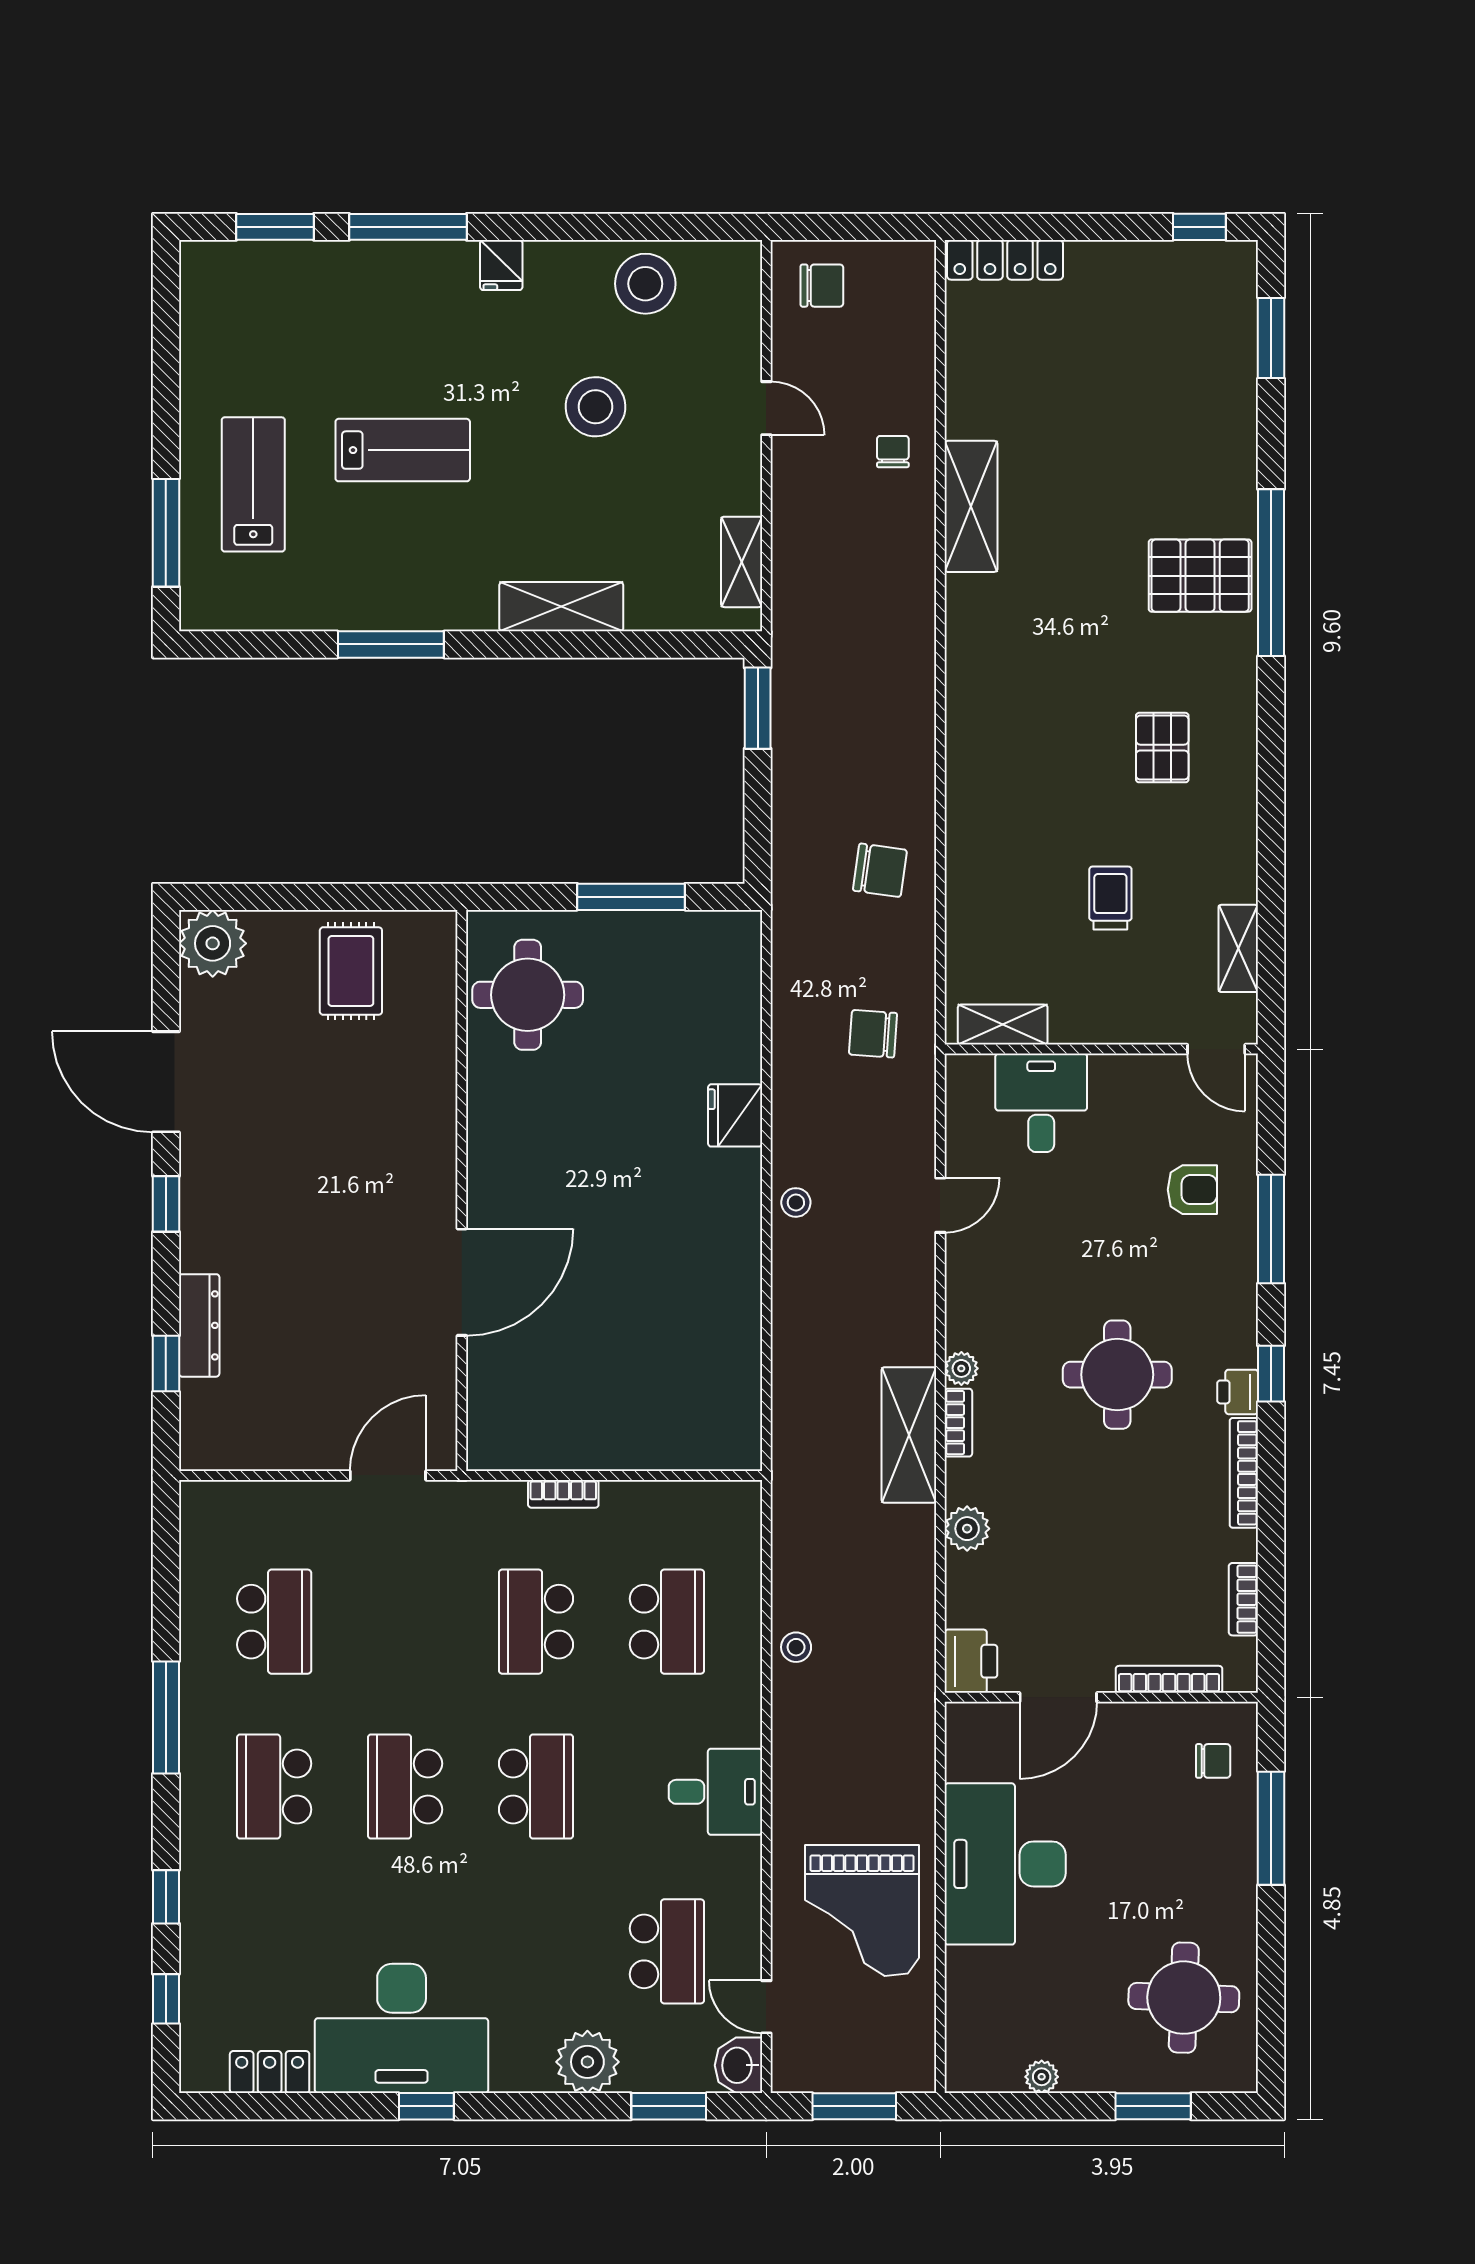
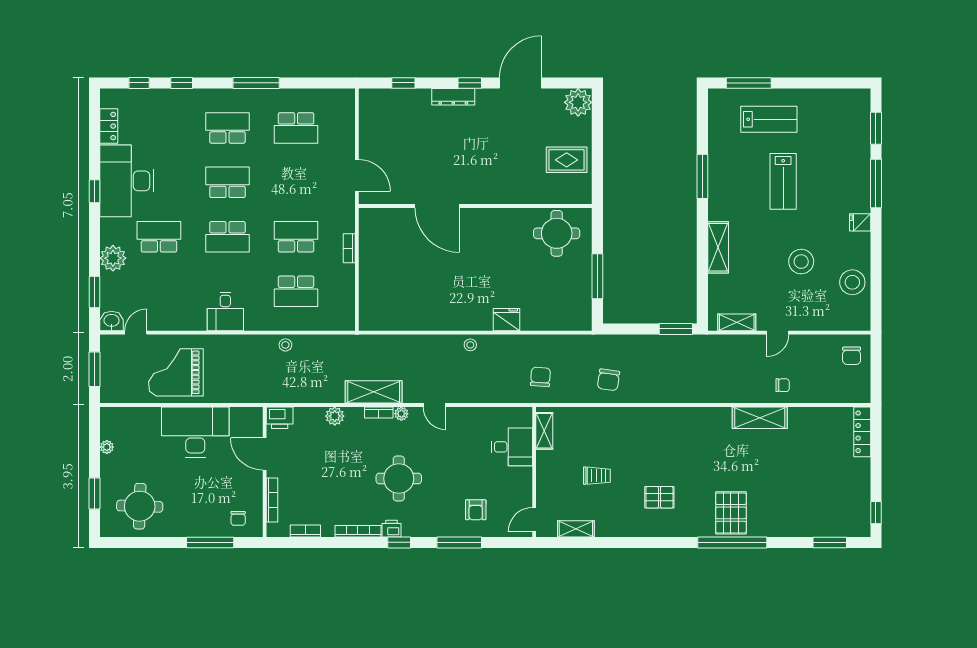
door: (766, 408) -> (778, 333), moved
door: (940, 1205) -> (434, 405), moved
dresser: (199, 1325) -> (453, 97), moved
school desk: (667, 1951) -> (159, 237), moved, turned 180

